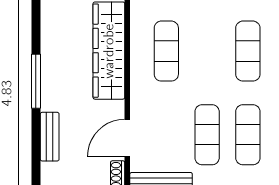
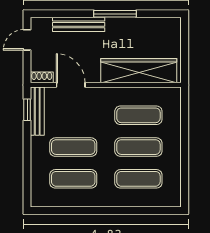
exercise mat: (207, 51) -> (138, 147), added
bench: (50, 137) -> (79, 24), width x1.36

